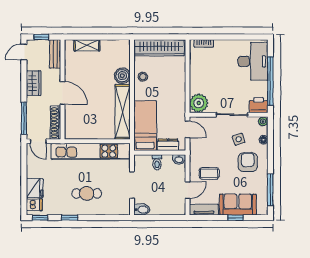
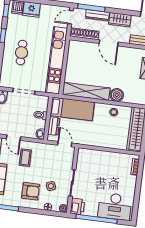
door: (62, 93) -> (109, 43), hinge flipped
plant: (199, 103) -> (86, 156), removed
dresser: (32, 110) -> (97, 15), added
door: (188, 129) -> (65, 144), swing flipped

